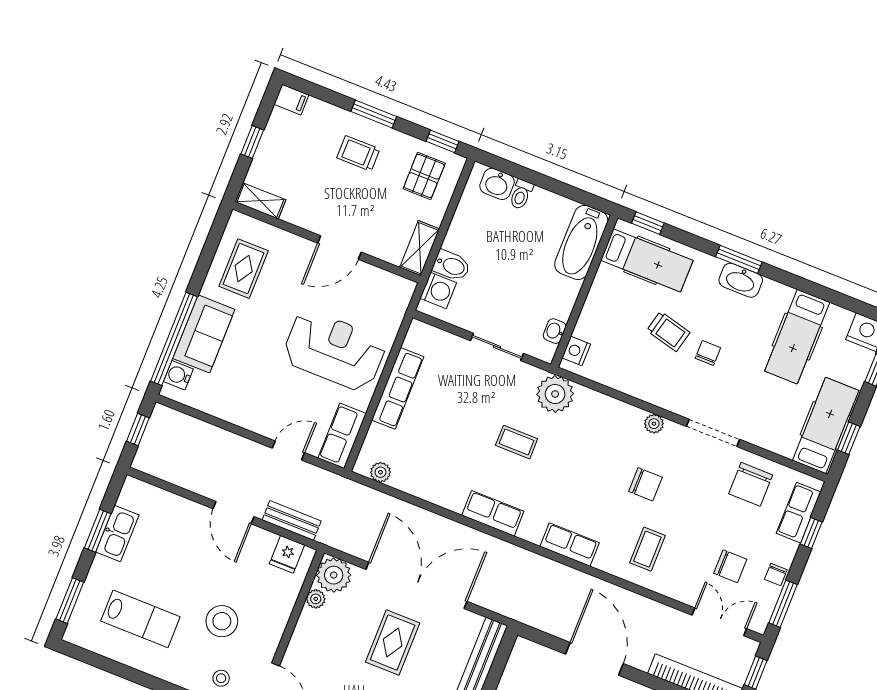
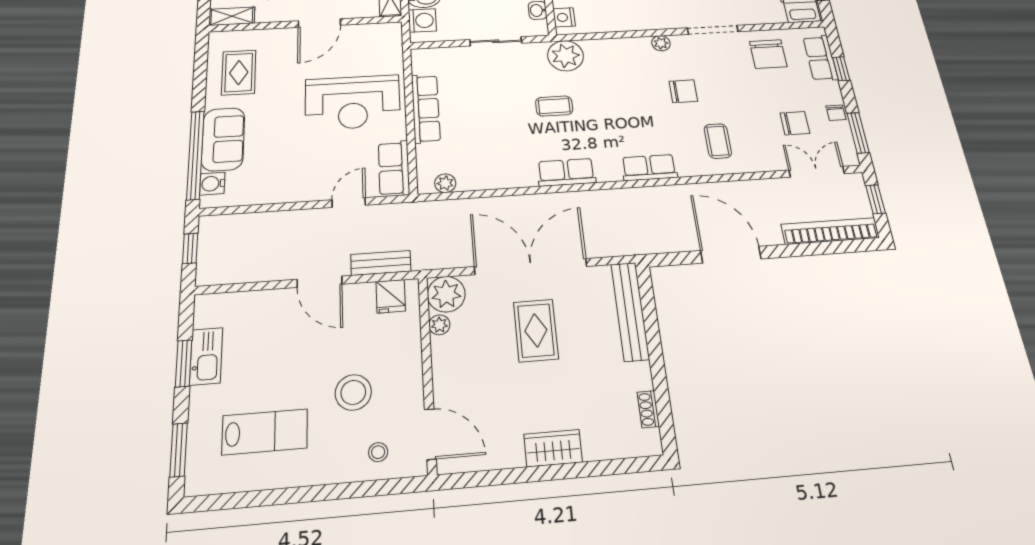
reception desk: (334, 350) -> (353, 102), turned 180

